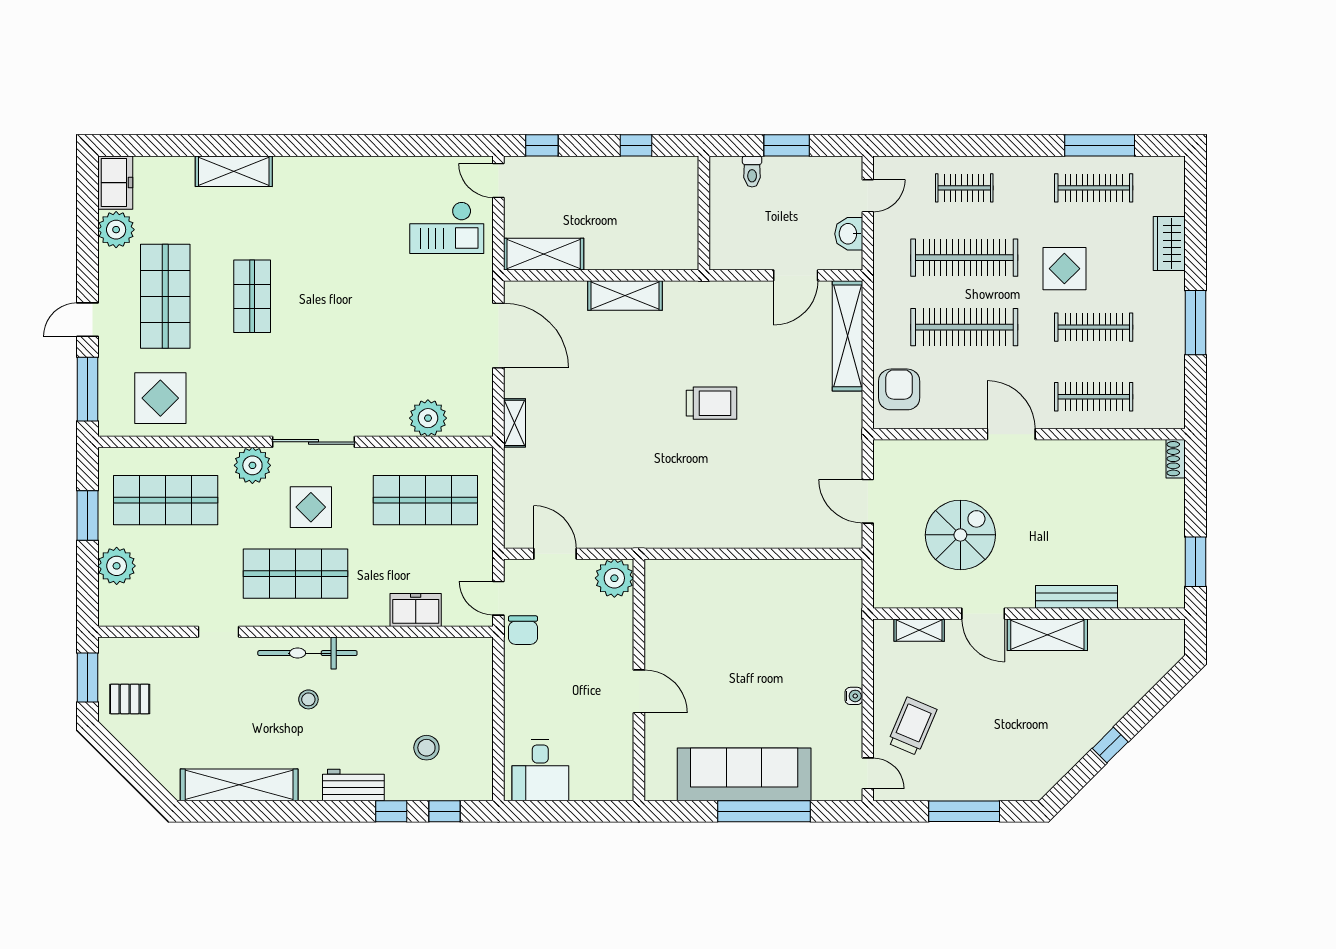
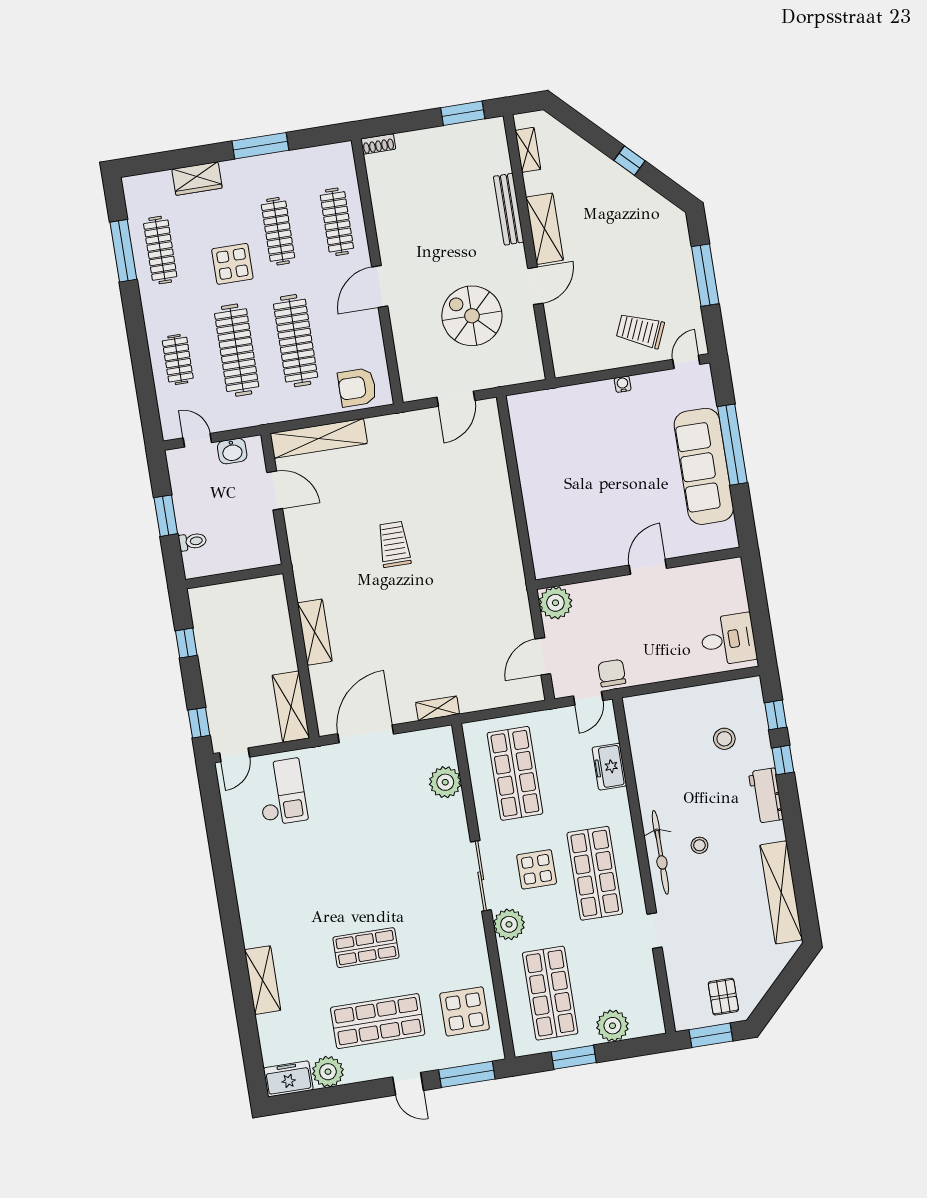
chair: (523, 630) -> (612, 673), turned -90
shelving: (919, 630) -> (528, 150), moved

